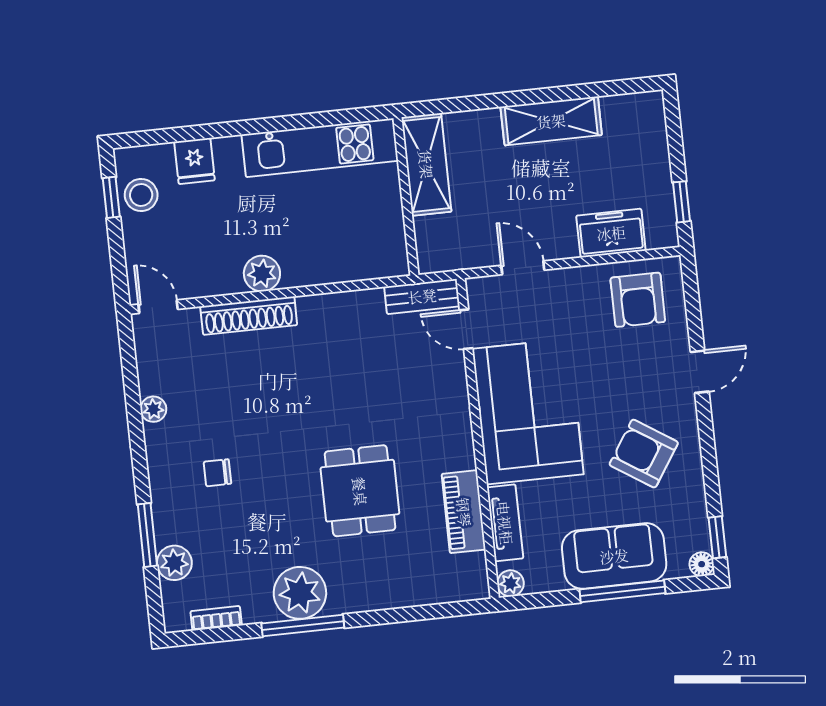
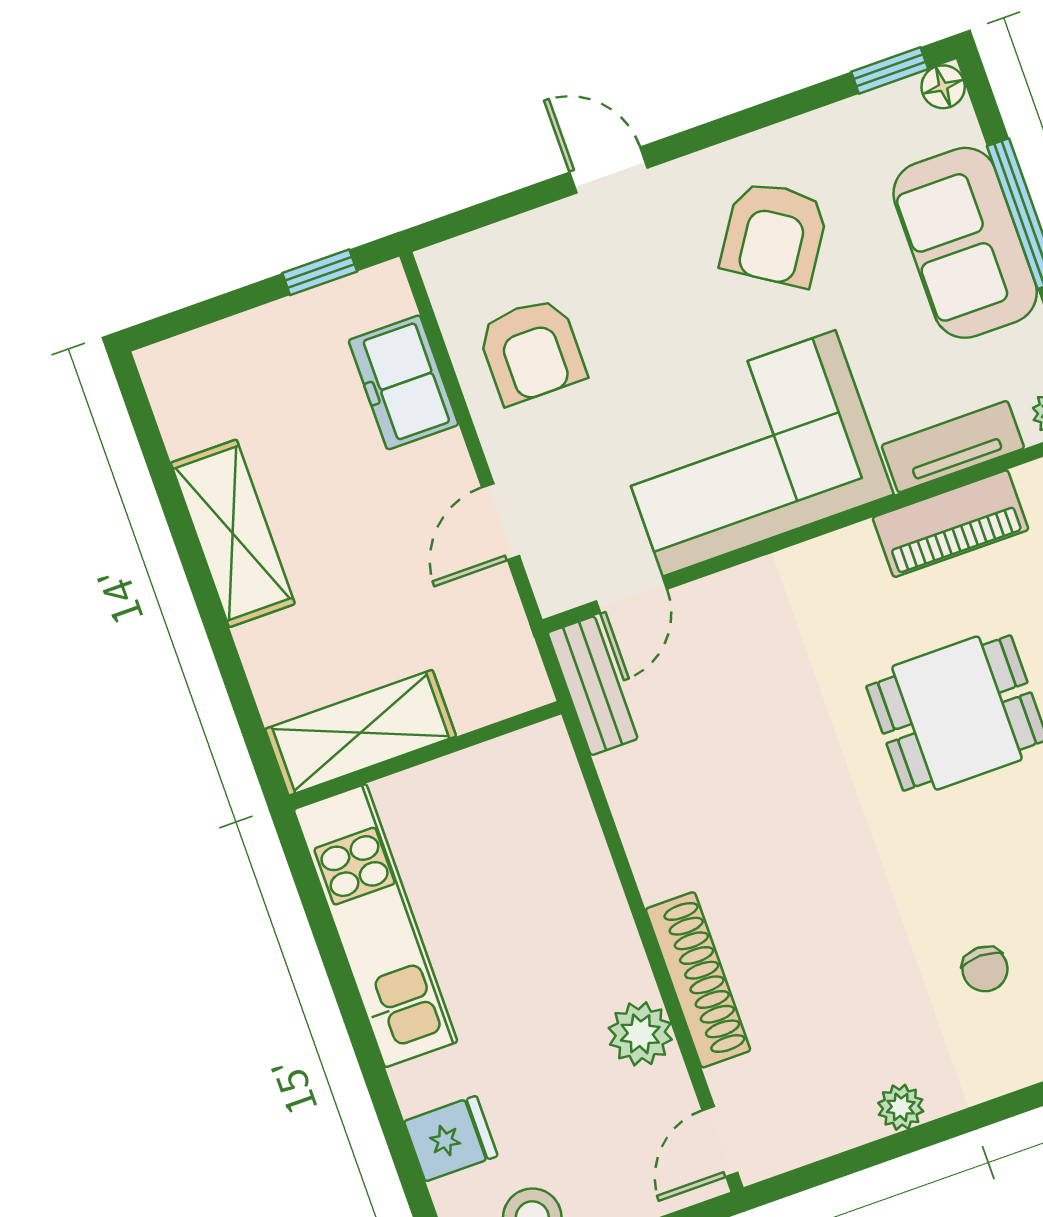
plant: (262, 274) -> (640, 1034), moved
armchair: (638, 300) -> (532, 351), moved, turned 90

